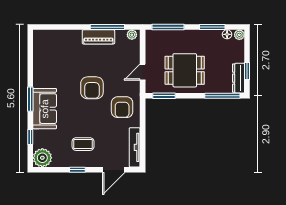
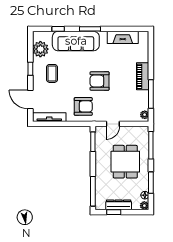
piano: (98, 37) -> (143, 76), moved
fireplace: (40, 60) -> (123, 37), added
dining table: (185, 70) -> (125, 162), moved
door: (143, 72) -> (113, 124), swing flipped
dresser: (239, 78) -> (119, 205), moved
armchair: (122, 107) -> (83, 106), turned 180
sofa: (45, 109) -> (76, 41), width x1.36
plant: (42, 158) -> (40, 49), moved

